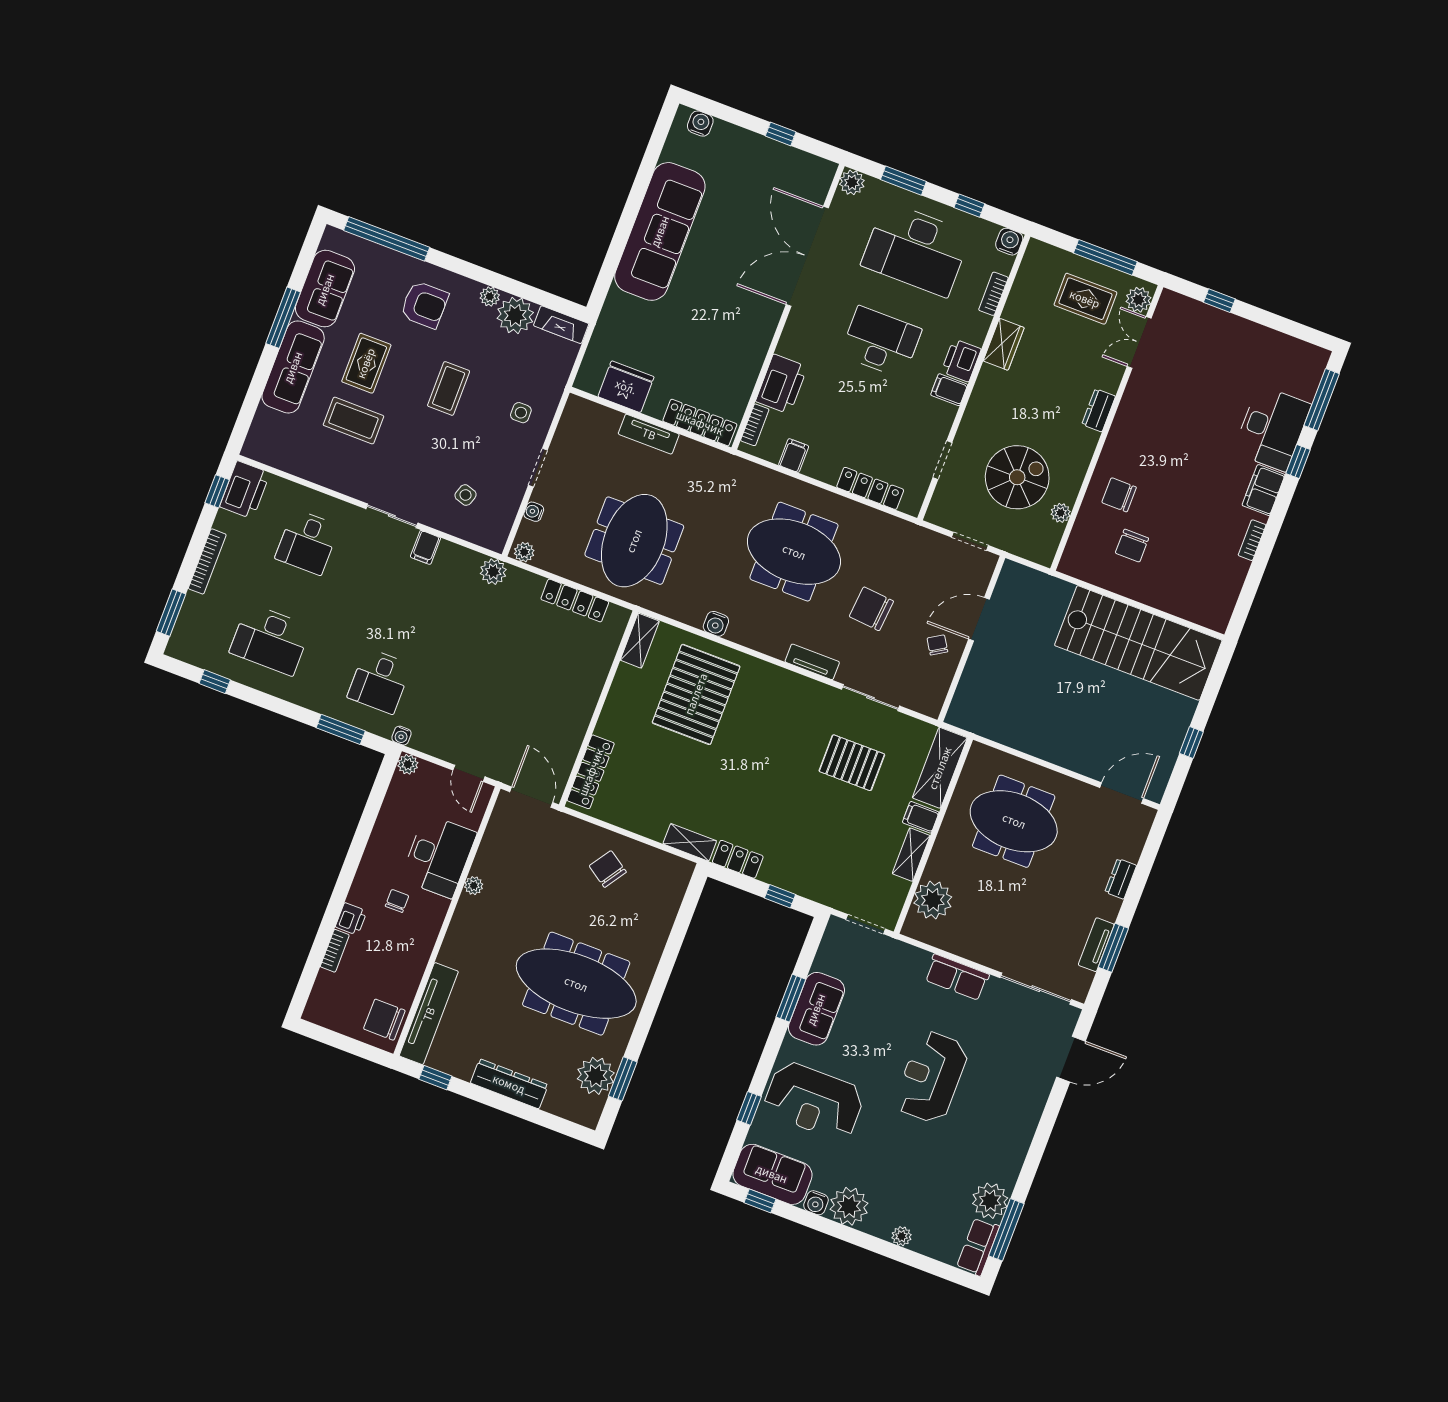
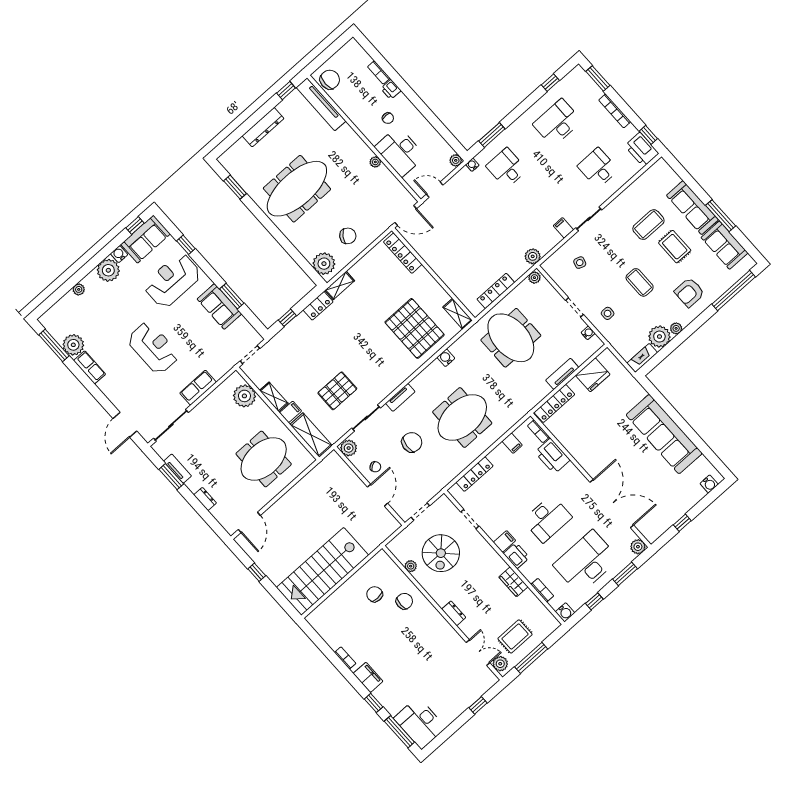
desk: (1272, 428) -> (420, 723), moved
water cooler: (534, 512) -> (588, 333), moved
plant: (930, 700) -> (349, 448), added
plant: (596, 1076) -> (324, 264), moved
row of seats: (978, 1247) -> (90, 367), moved

